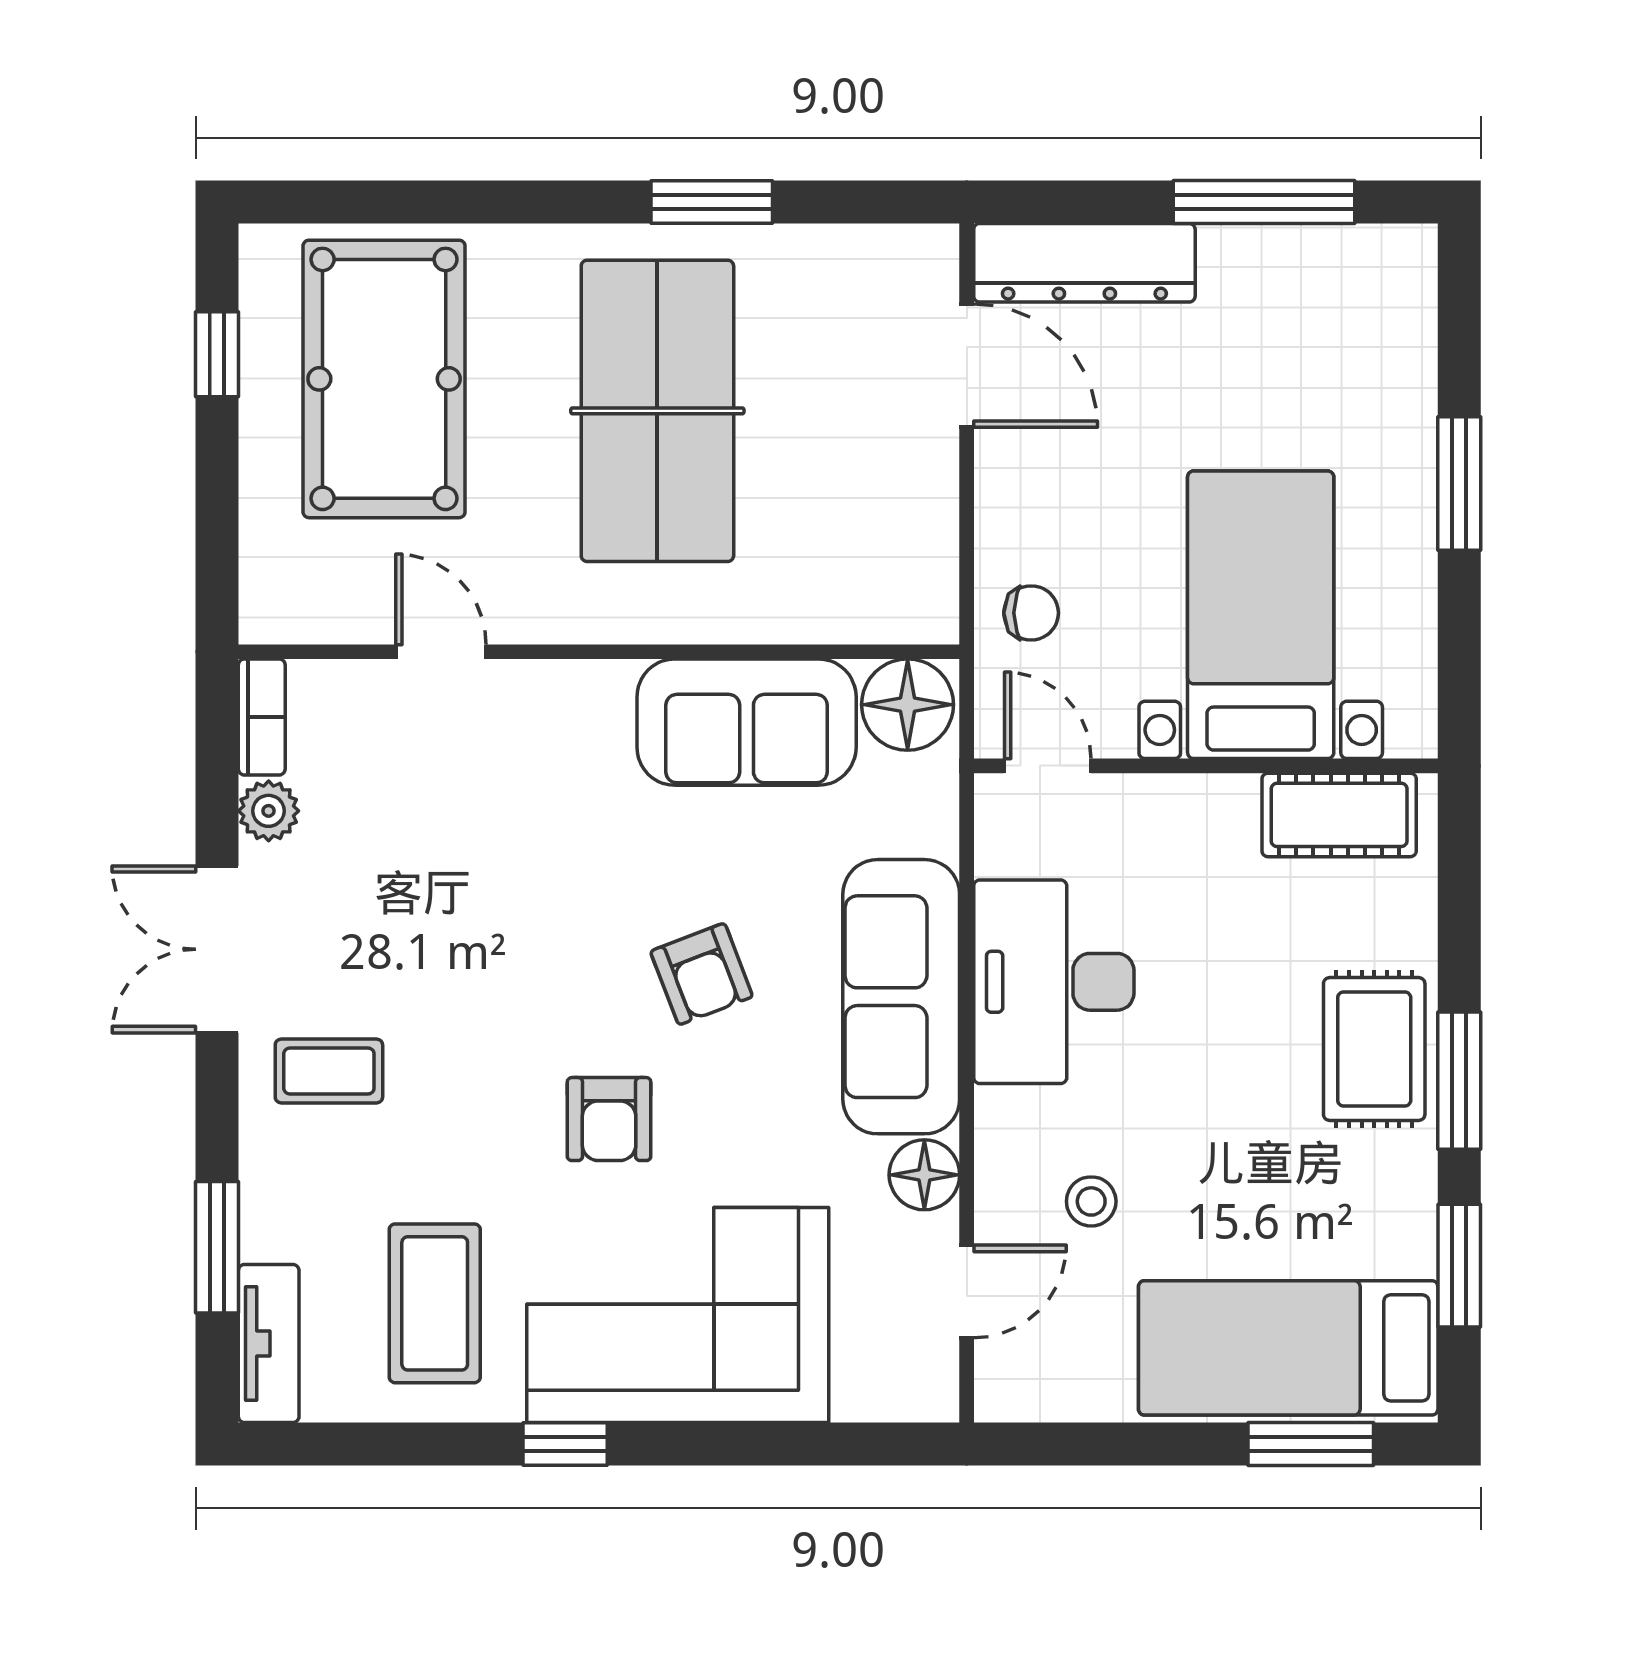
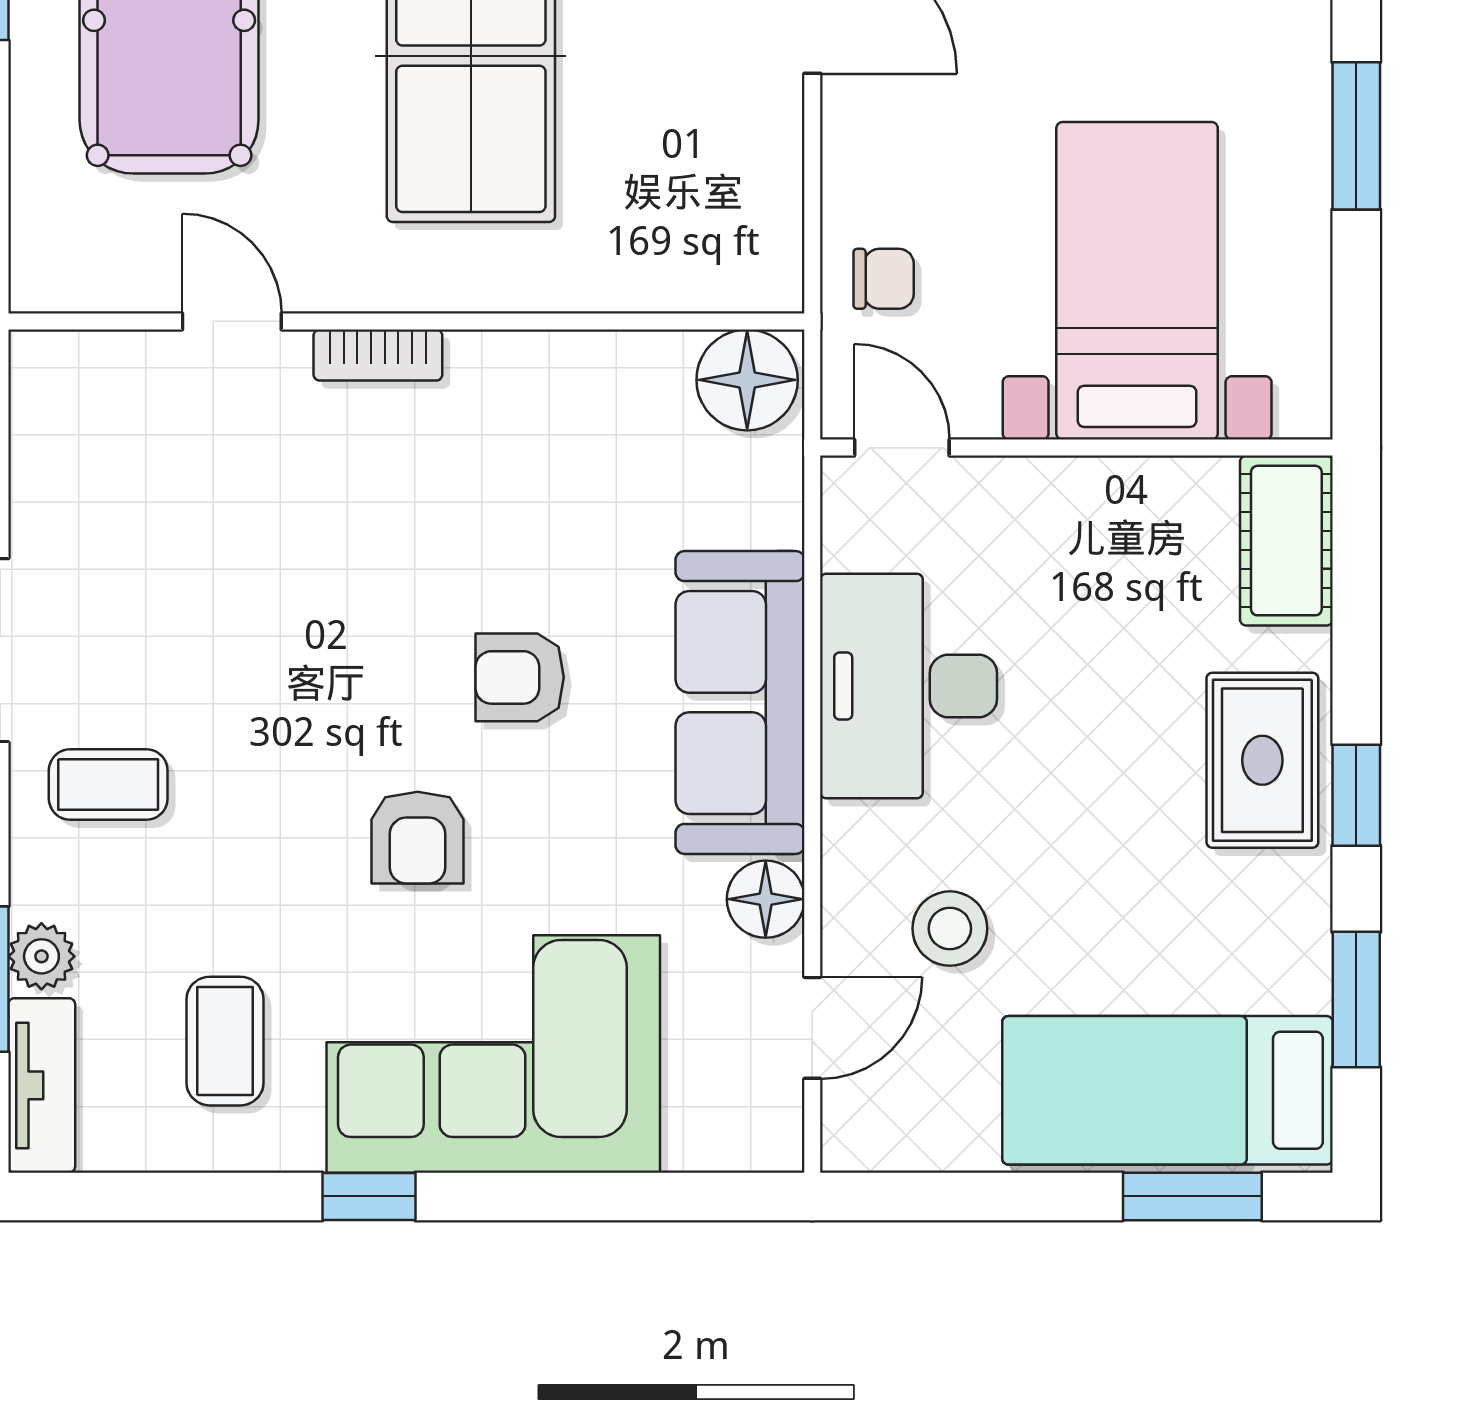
bookcase: (262, 717) -> (378, 355), moved, turned 90
sofa: (747, 722) -> (569, 399), removed
plant: (269, 811) -> (41, 956), moved
cot: (1339, 815) -> (1286, 541), moved, turned 90
armchair: (702, 974) -> (520, 677), turned 111
window: (1459, 1081) -> (1356, 795), width x0.67
stool: (1091, 1201) -> (950, 929), width x1.37, depth x1.37
coffee table: (435, 1303) -> (225, 1041), width x0.73, depth x0.77

